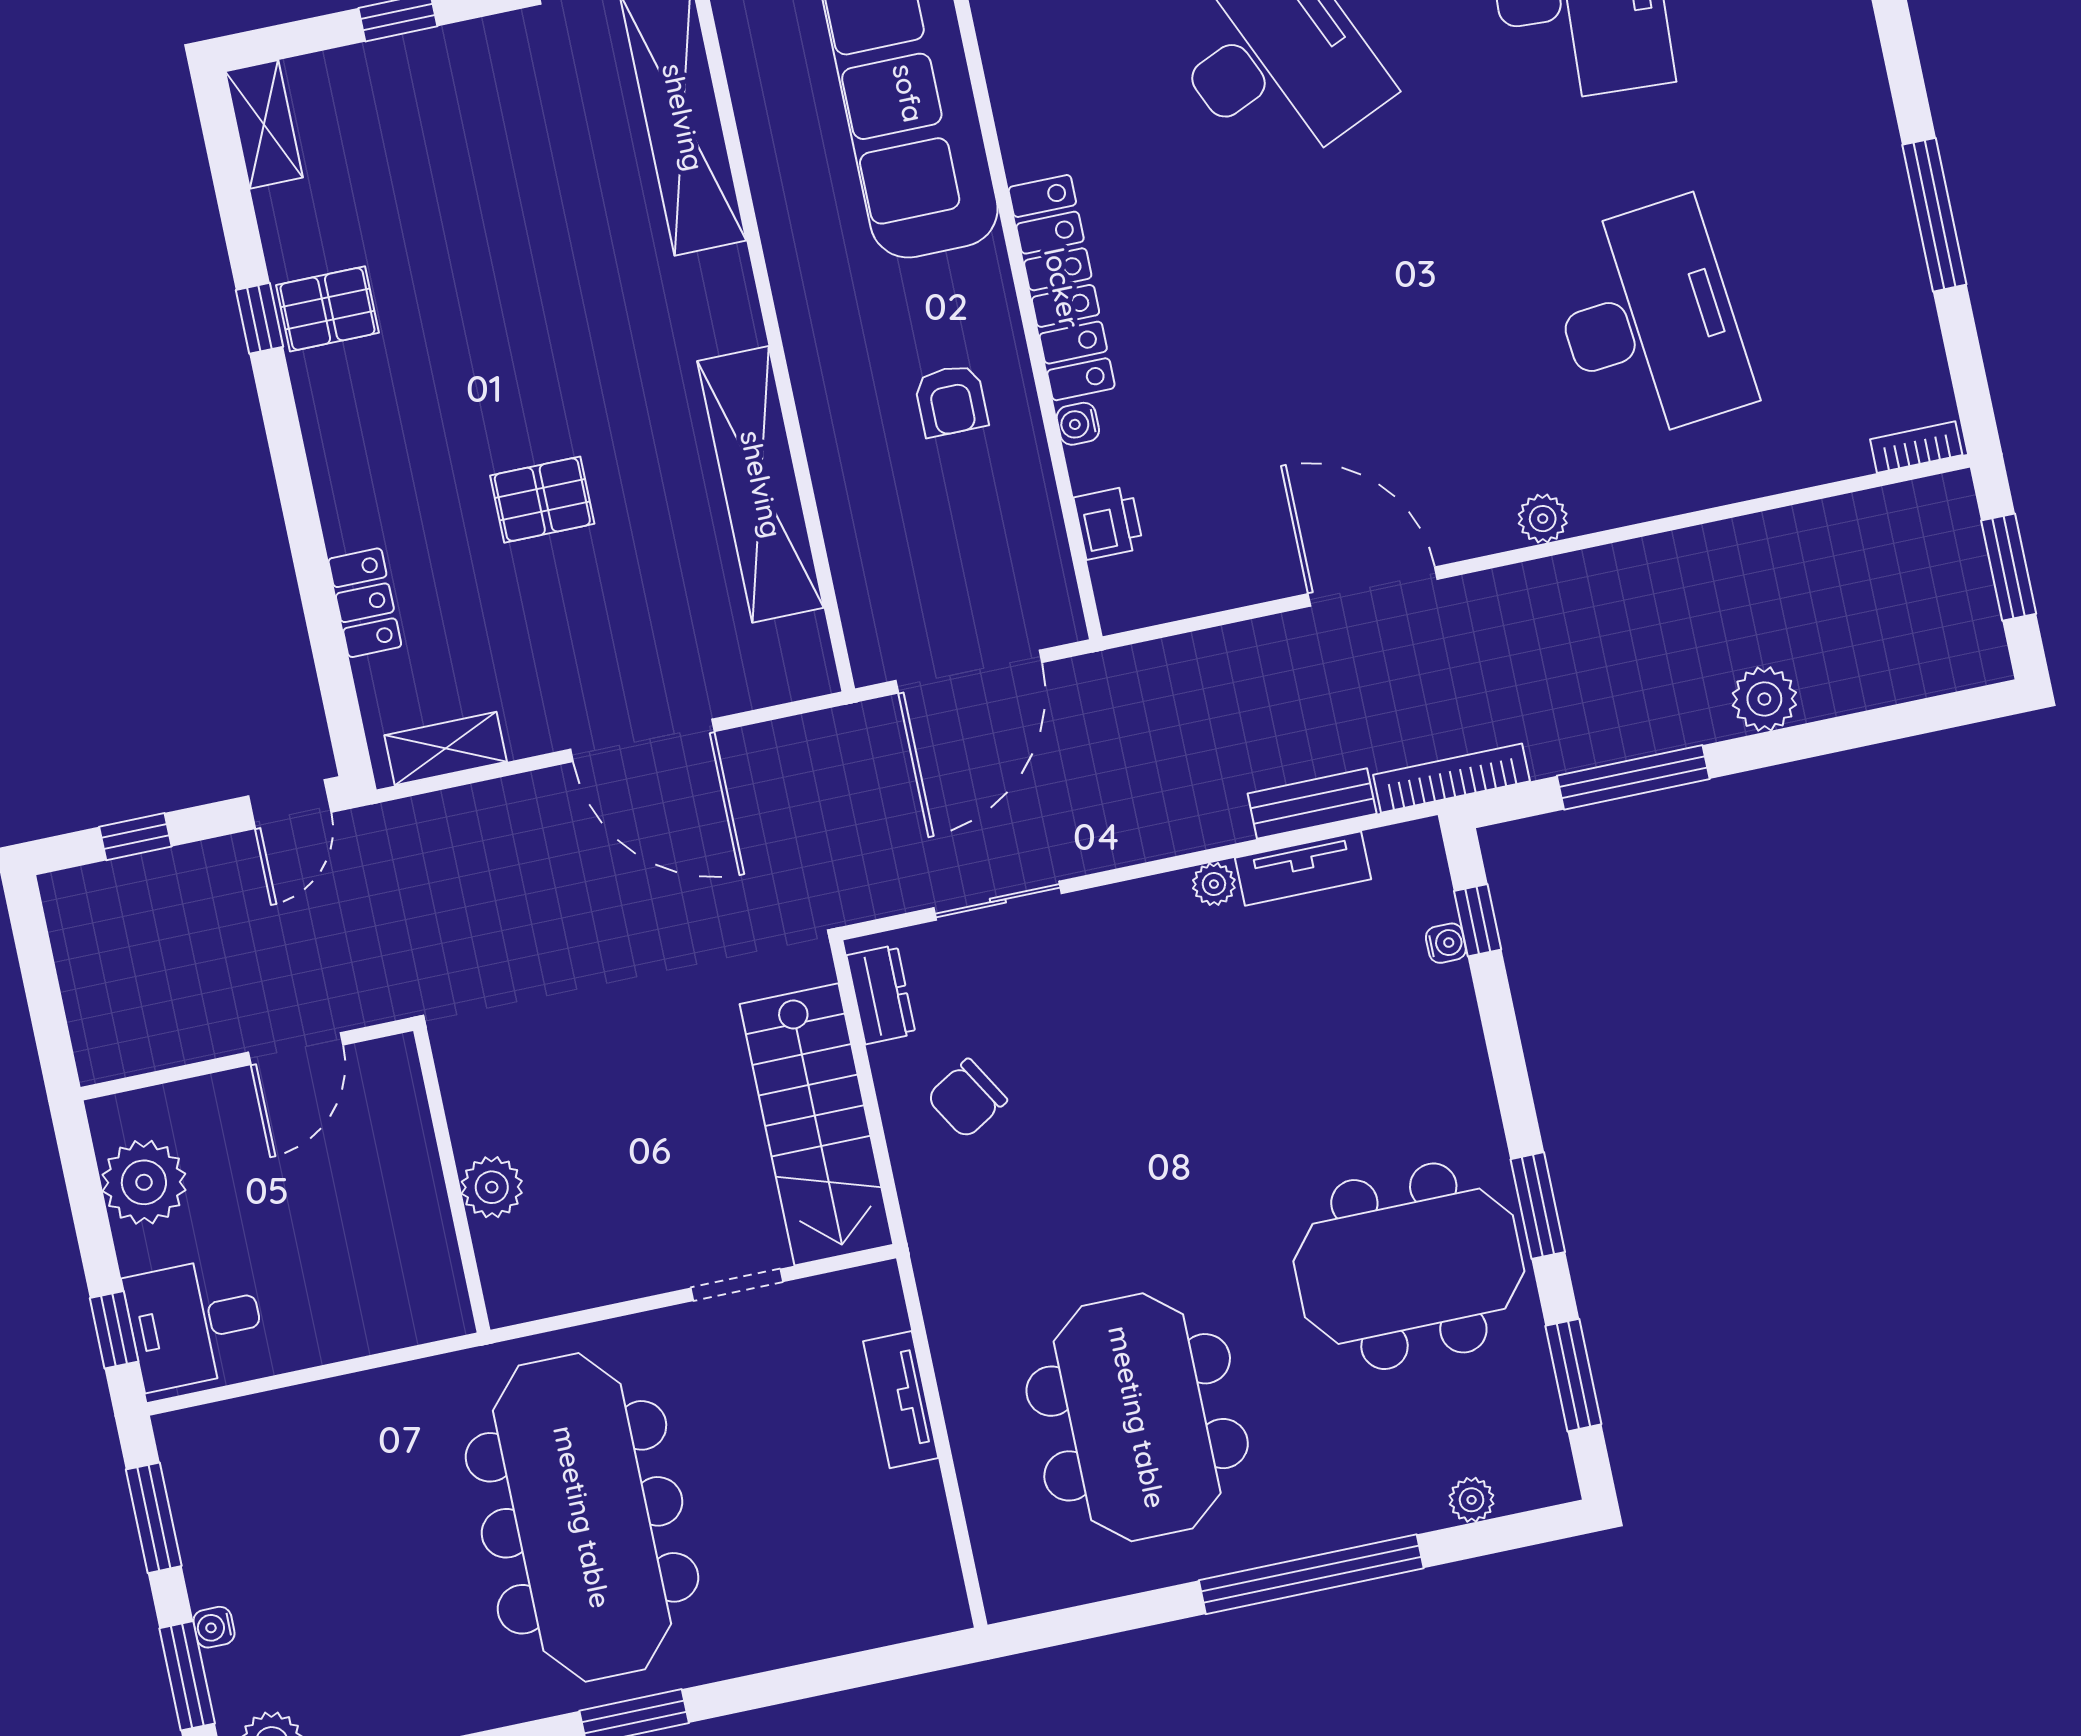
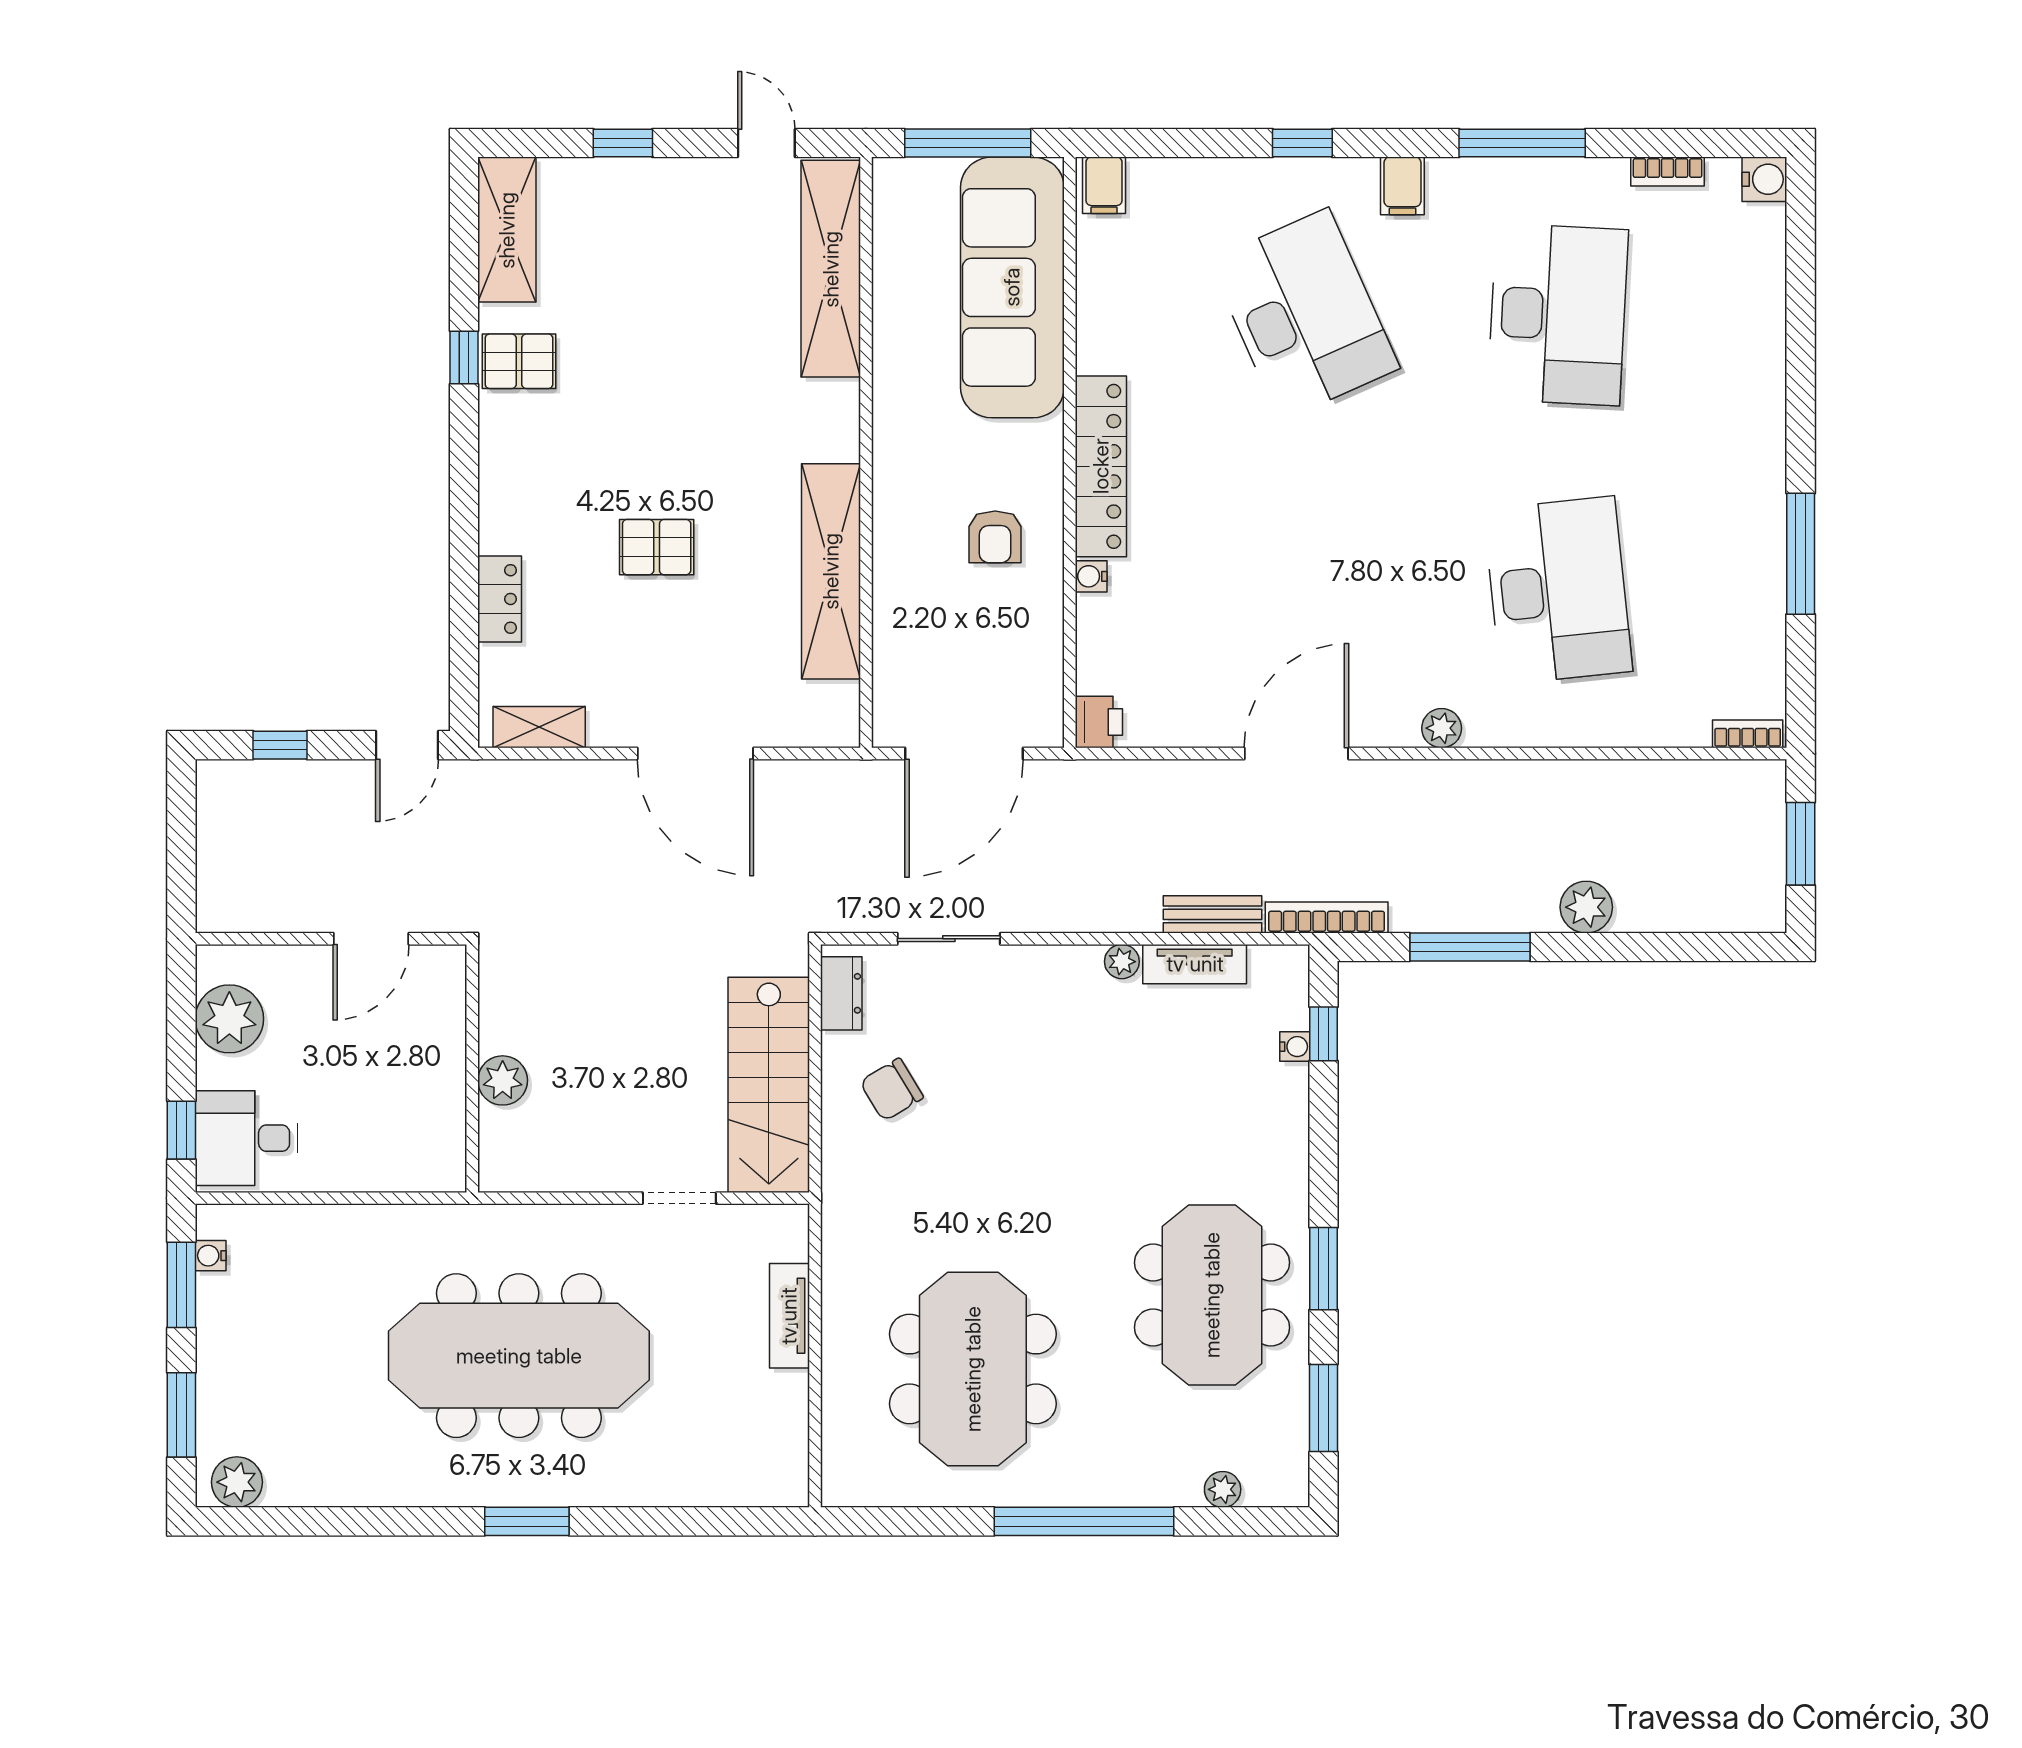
shelving: (264, 124) -> (507, 230), width x1.50, depth x1.33
printer: (1109, 523) -> (1099, 722), moved
door: (1373, 586) -> (1296, 753), hinge flipped
meeting table: (1409, 1266) -> (1212, 1295), turned 90
meeting table: (582, 1517) -> (519, 1356), turned 90
water cooler: (214, 1627) -> (211, 1256), moved

